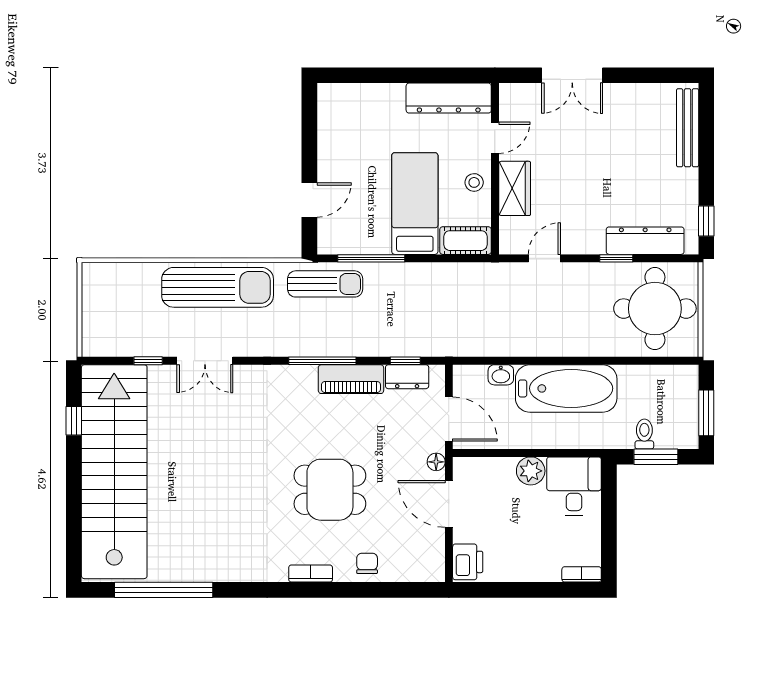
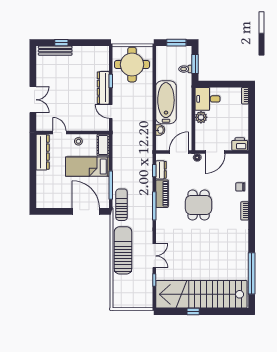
wardrobe: (515, 188) -> (81, 124), removed
door: (309, 200) -> (86, 211), width x1.88
window: (706, 221) -> (61, 43), moved
dresser: (645, 241) -> (103, 88), moved
window: (74, 421) -> (193, 312), moved
dining table: (330, 490) -> (199, 205), moved

